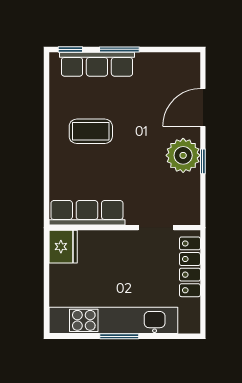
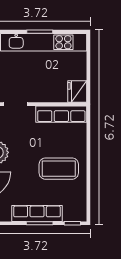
row of seats: (97, 64) -> (37, 213), moved
coffee table: (91, 131) -> (59, 169), width x1.36, depth x1.32

